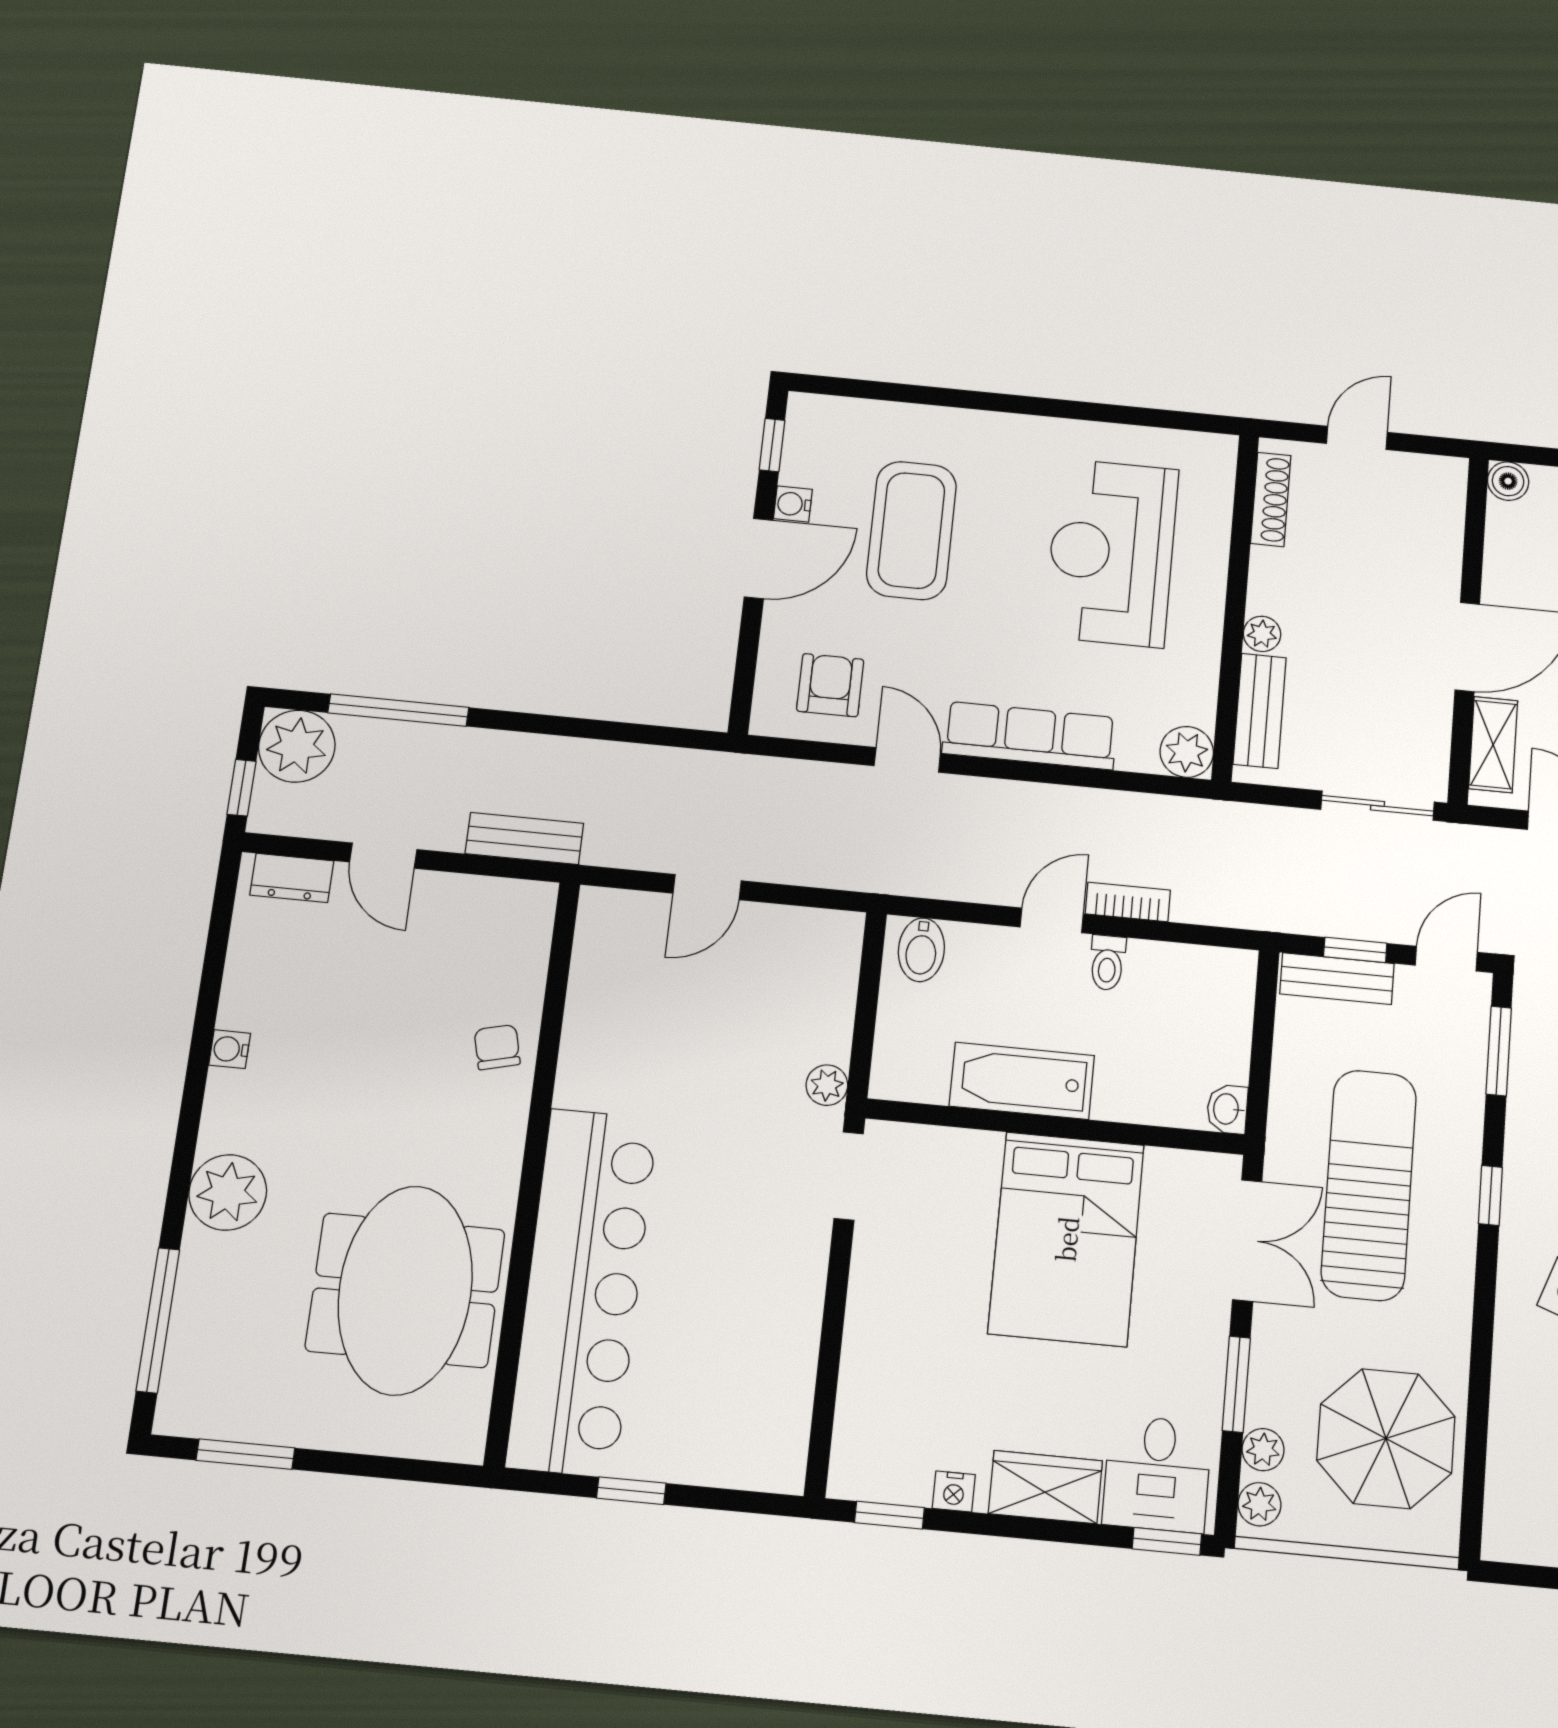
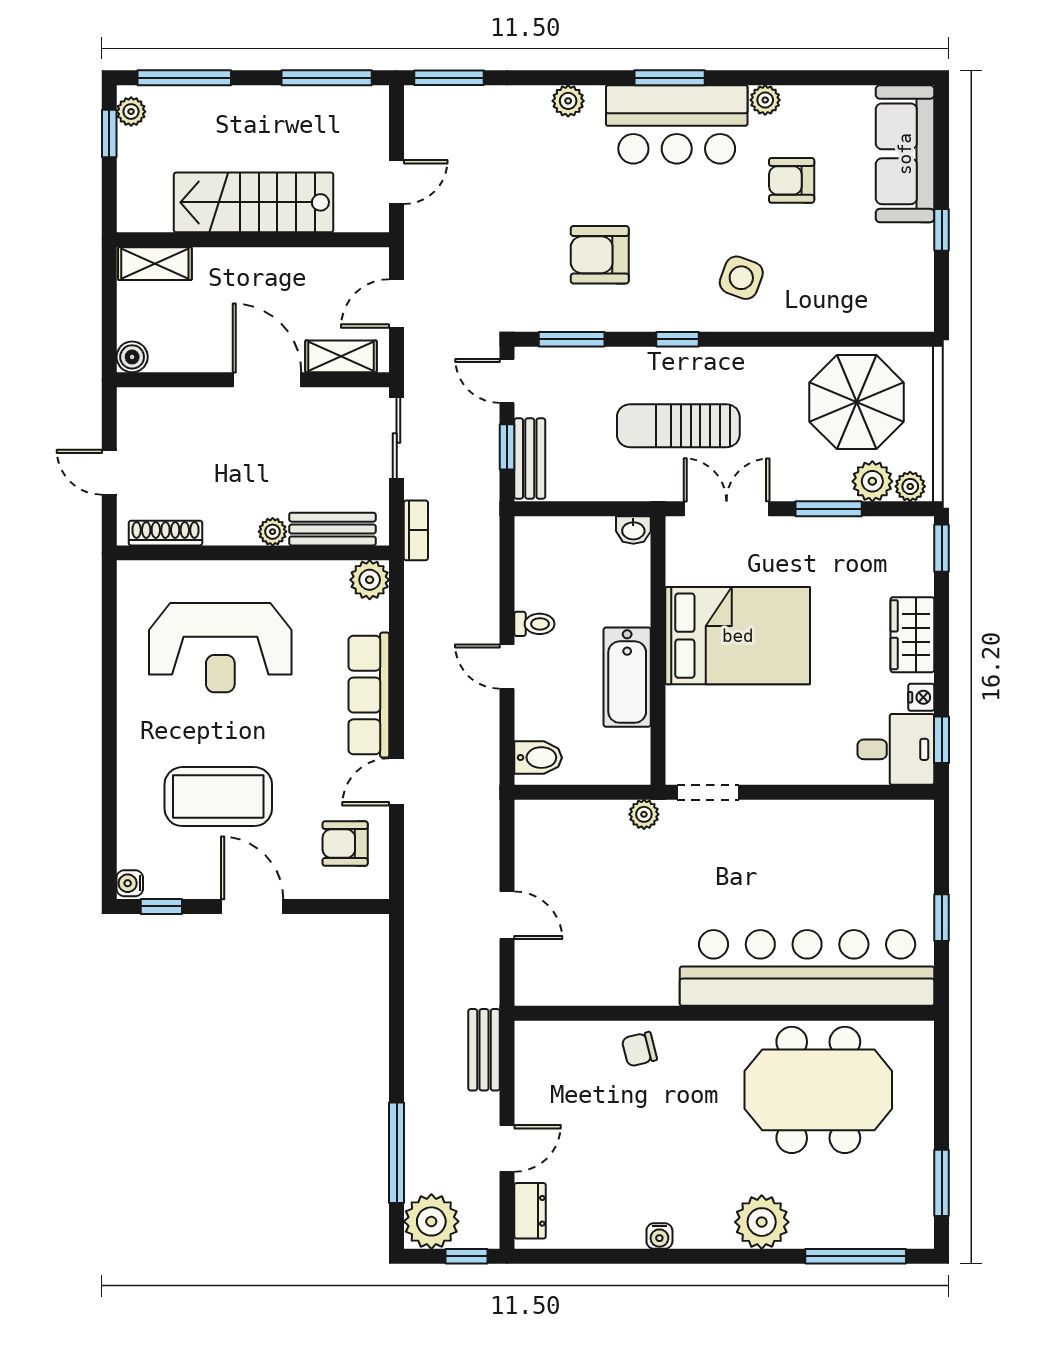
water cooler: (793, 504) -> (130, 883), moved, turned 90
bookcase: (1128, 902) -> (416, 530), moved, turned 180
sun lounger: (1369, 1185) -> (678, 426), width x0.73, depth x0.75
plant: (1263, 1450) -> (872, 481), width x1.38, depth x1.38
desk: (1157, 1474) -> (896, 749), moved

